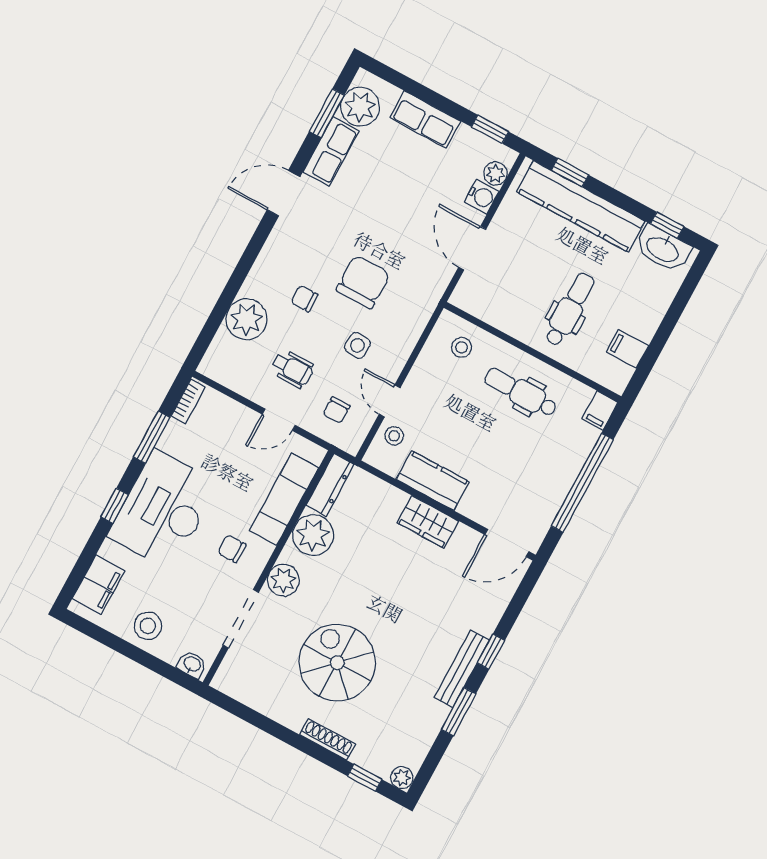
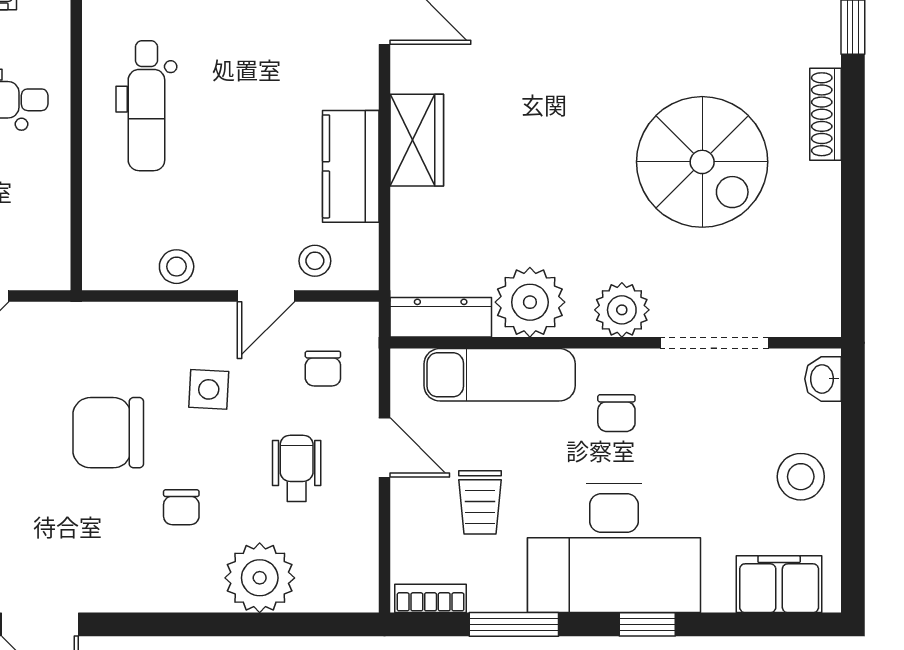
stool: (462, 347) -> (177, 267), moved
chair: (336, 410) -> (323, 369), turned 90
trolley: (224, 454) -> (480, 502), added
spiral stairs: (337, 663) -> (702, 162), turned -90

